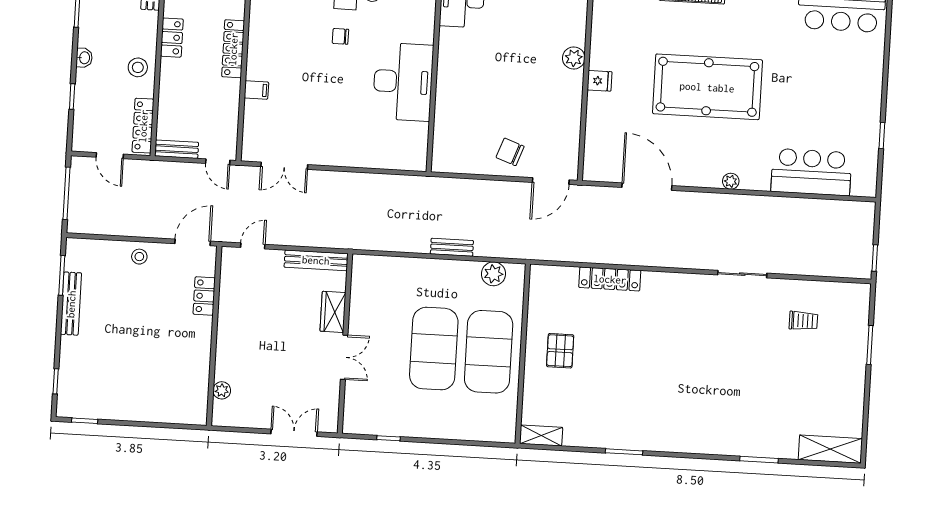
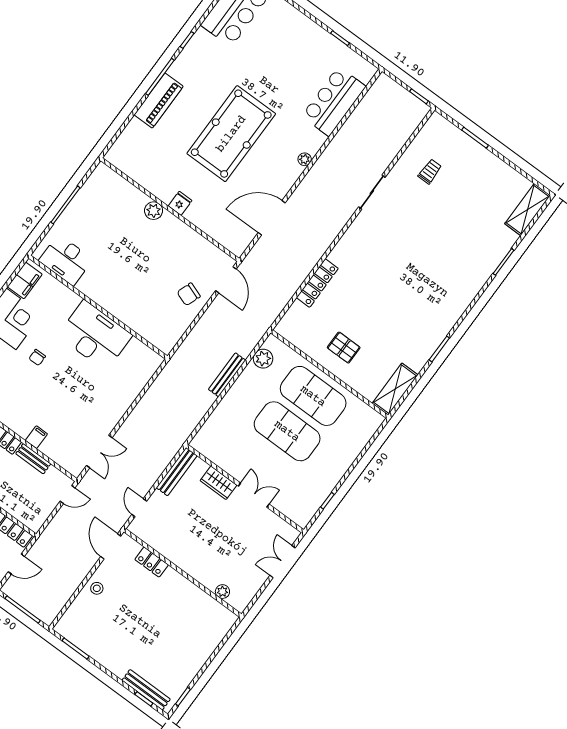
bench: (177, 149) -> (33, 459), moved, turned 90
bench: (452, 247) -> (227, 375), width x1.36
bench: (71, 304) -> (146, 690), moved
shelving: (541, 436) -> (395, 389), width x1.50, depth x1.33

